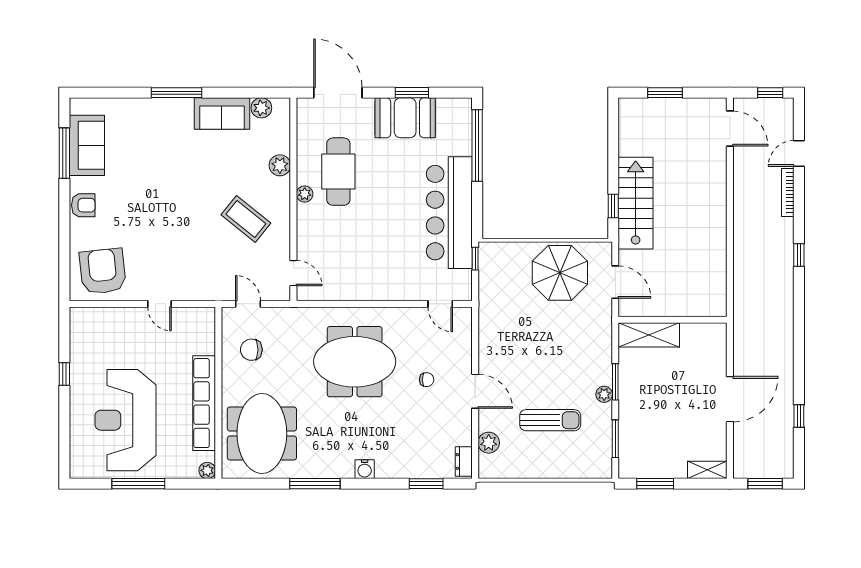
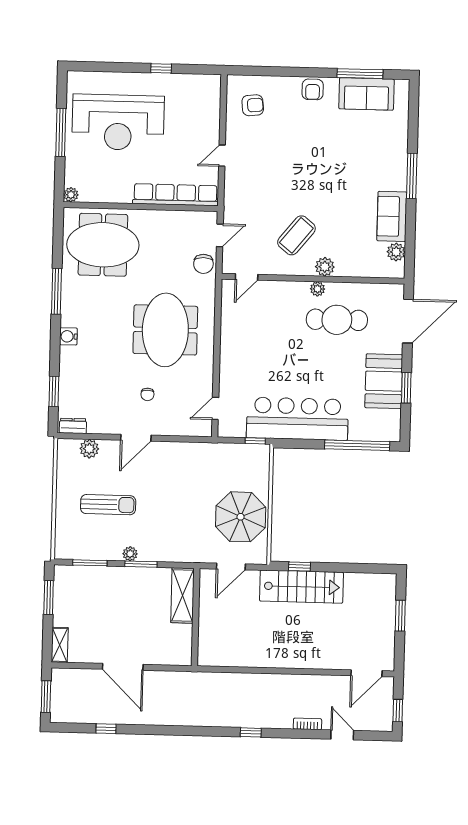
plant: (280, 165) -> (325, 267), moved
bookcase: (788, 193) -> (307, 724), width x0.64
armchair: (103, 271) -> (253, 105), width x0.53, depth x0.53
chair: (251, 350) -> (203, 264), moved, turned 180
row of seats: (204, 403) -> (176, 195), moved
reception desk: (126, 420) -> (118, 122), turned 180
sun lounger: (550, 420) -> (108, 505), turned -90

